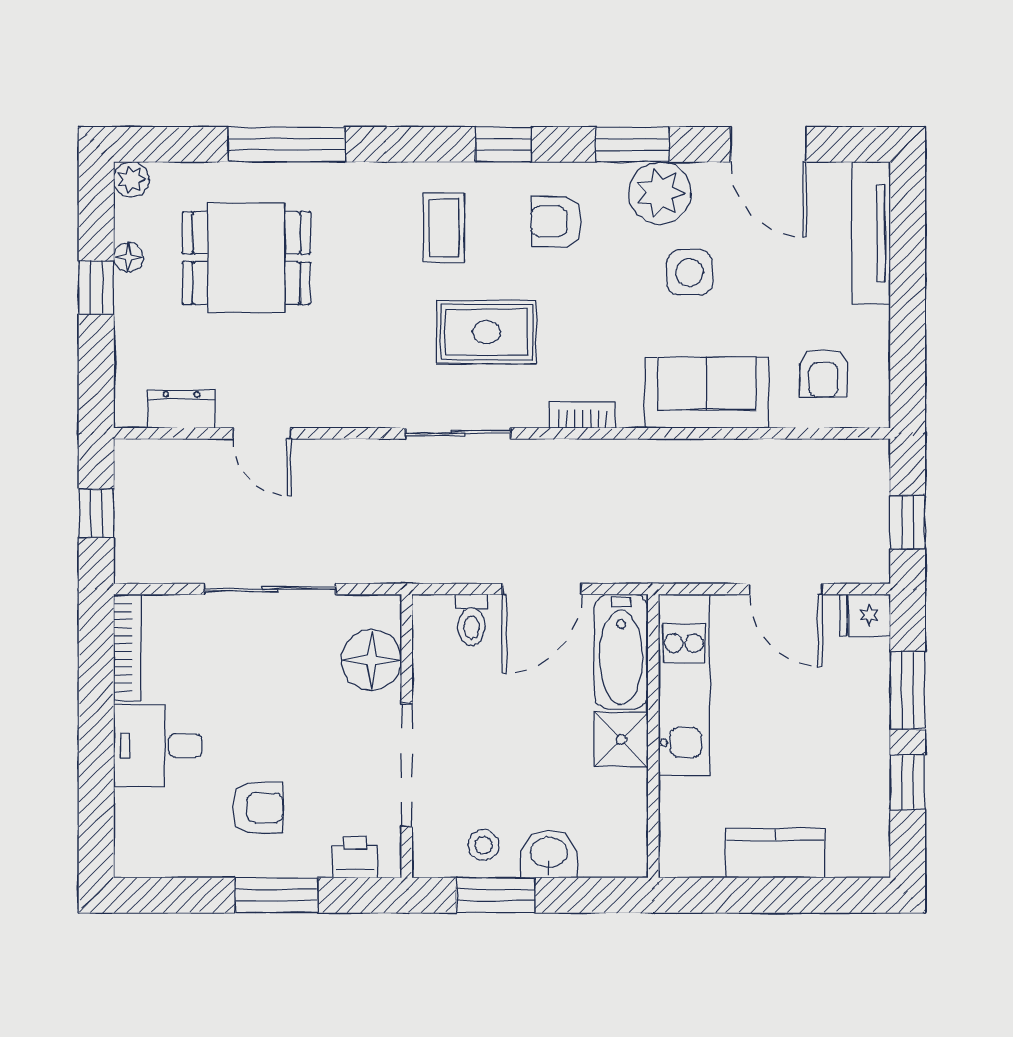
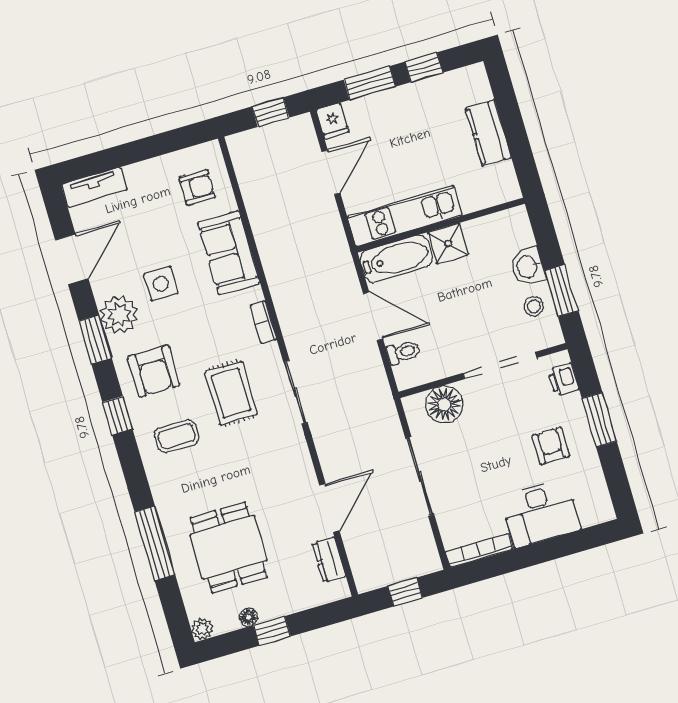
armchair: (556, 221) -> (154, 371), width x1.38, depth x1.38
tv unit: (871, 233) -> (94, 187), width x0.71
door: (262, 433) -> (329, 508), width x1.38
desk: (158, 746) -> (540, 513), width x1.37

